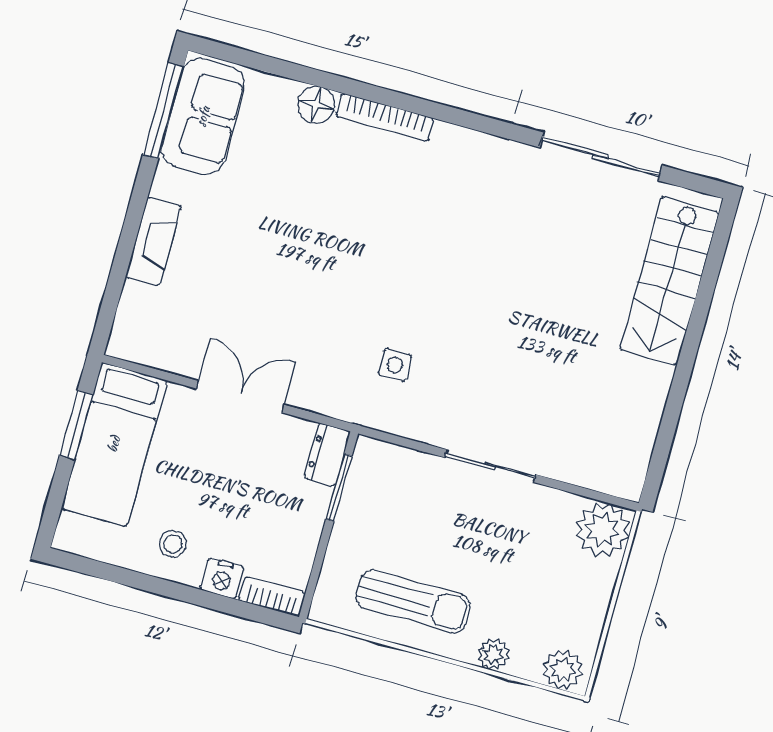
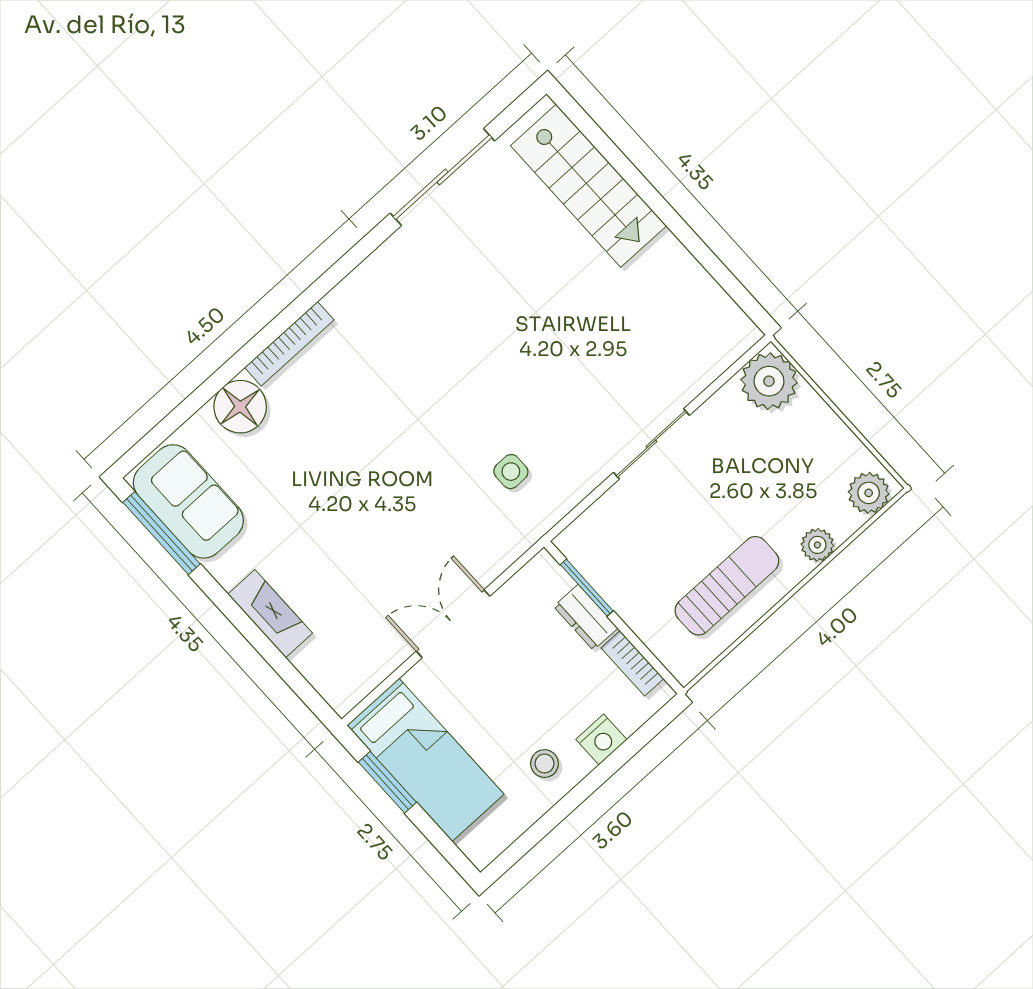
floor lamp: (316, 105) -> (240, 407), width x1.38, depth x1.38
dresser: (327, 455) -> (586, 617), moved
bookcase: (272, 596) -> (632, 663), moved, turned -90

